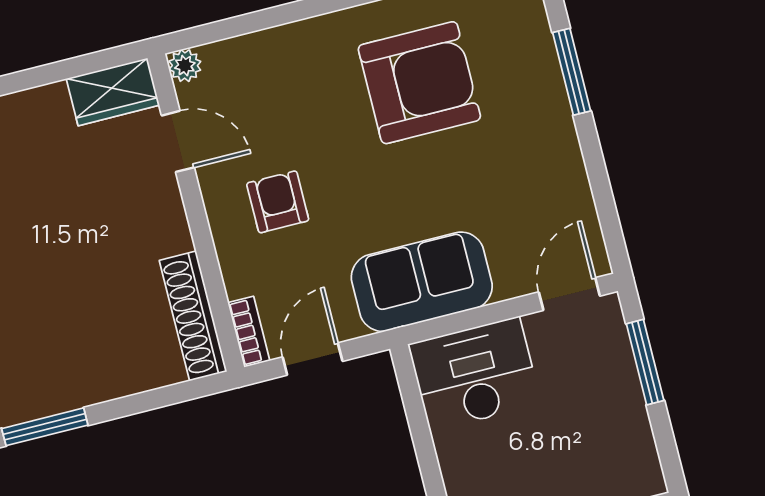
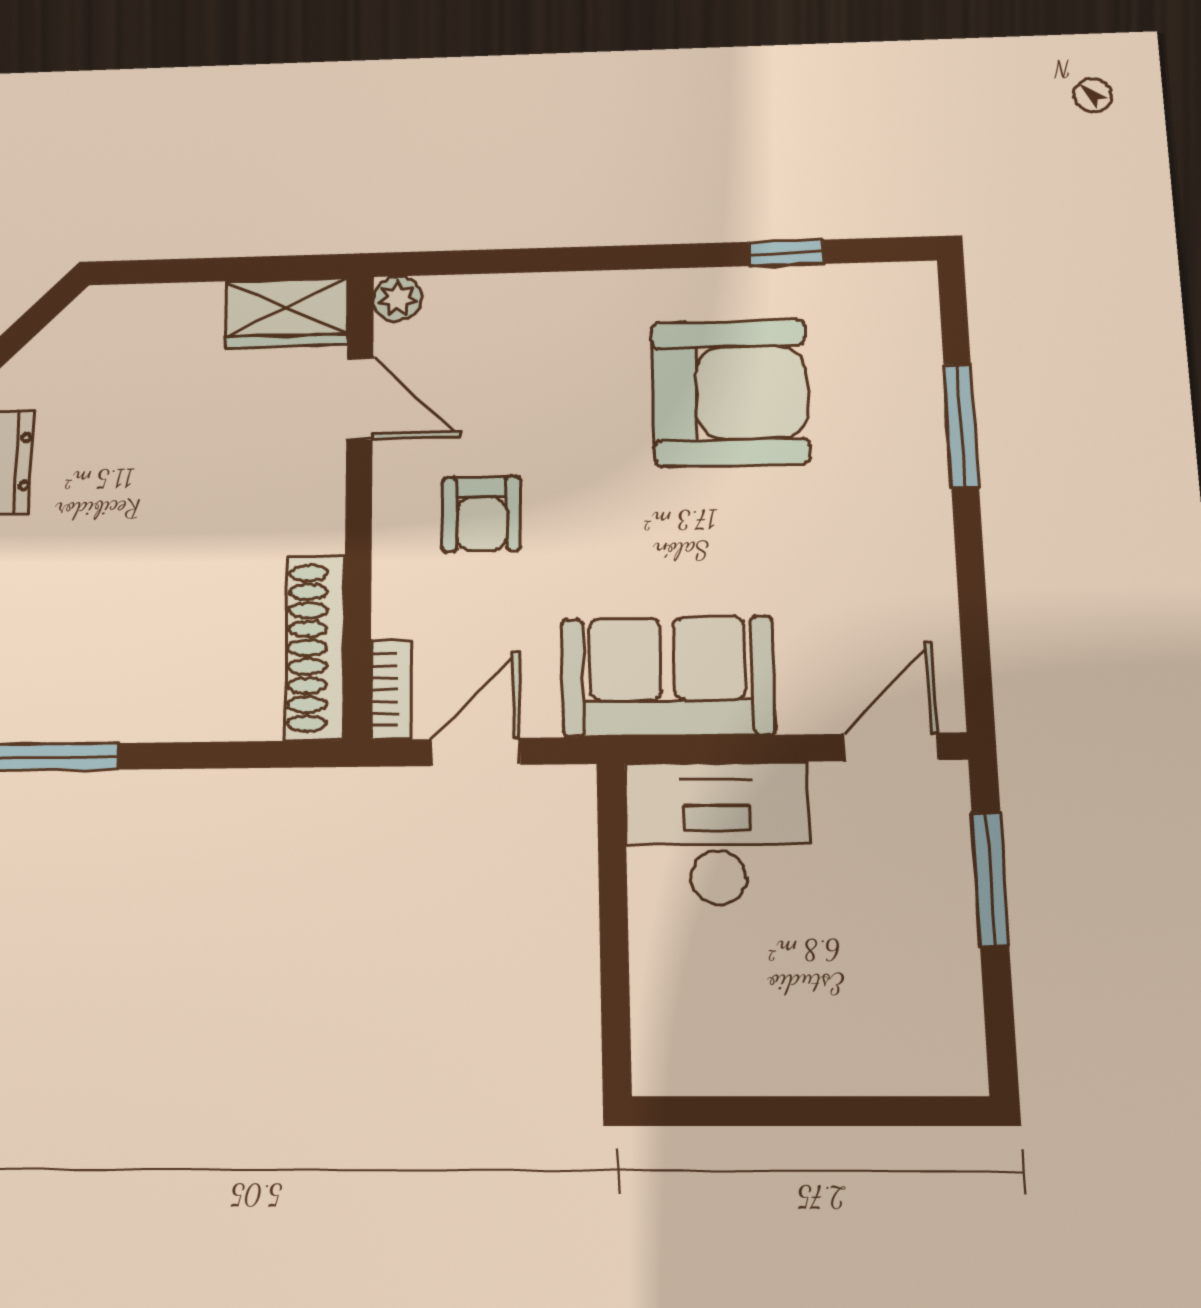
armchair: (278, 202) -> (481, 514), turned 180

